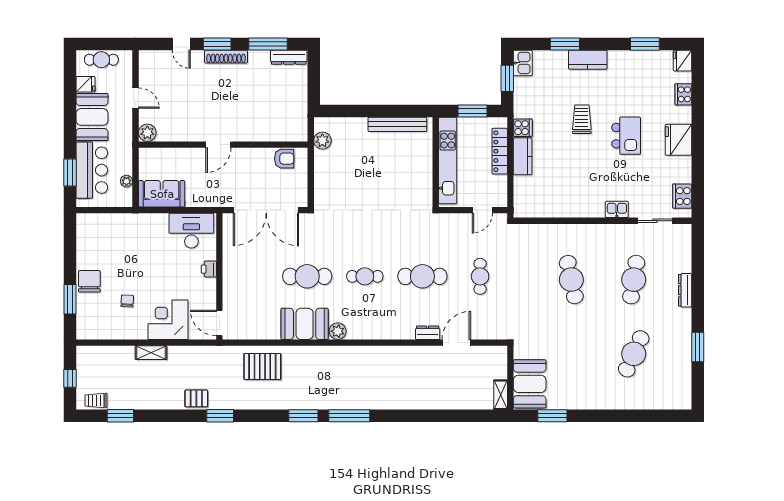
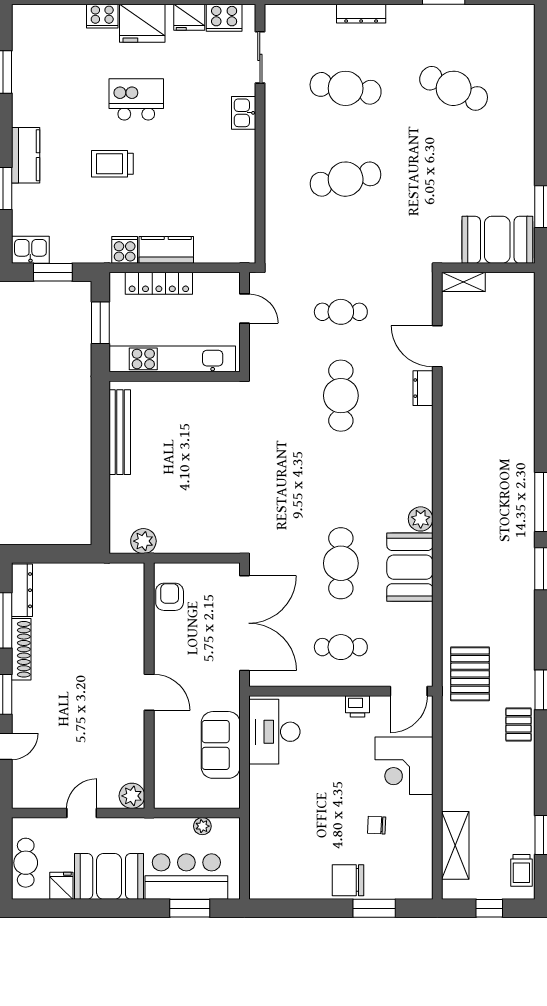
shoe rack: (226, 57) -> (21, 649), moved
fridge: (683, 61) -> (189, 17), moved
cooker: (683, 94) -> (102, 16), moved
sofa: (162, 194) -> (221, 745), moved
printer: (209, 269) -> (358, 706), moved
cafe table: (365, 276) -> (341, 647), moved, turned 90
shelving: (151, 353) -> (455, 845), moved, width x1.50, depth x1.33
pallet: (262, 367) -> (470, 674), moved
shelving: (501, 395) -> (463, 282), moved

